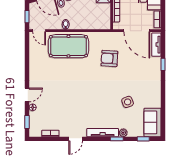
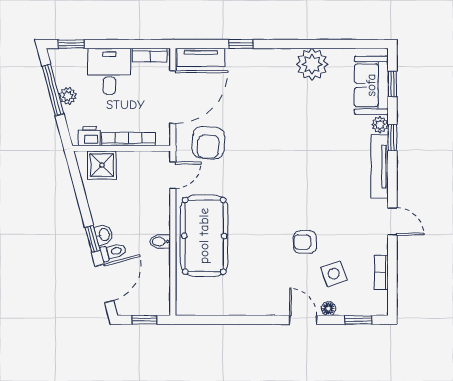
door: (39, 31) -> (173, 175), moved
armchair: (109, 58) -> (208, 143), moved
armchair: (65, 96) -> (305, 242), added
plant: (153, 99) -> (312, 64), added
side table: (128, 102) -> (334, 274), moved
sofa: (153, 122) -> (371, 85), moved, turned 90

